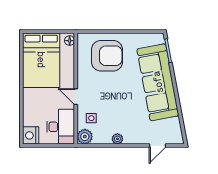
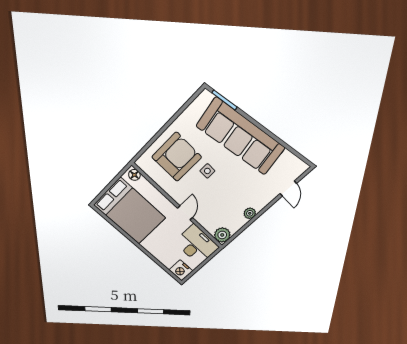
door: (76, 97) -> (185, 213), swing flipped
side table: (91, 118) -> (207, 171), moved

